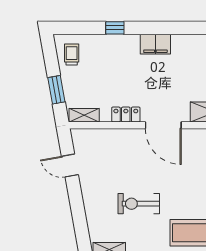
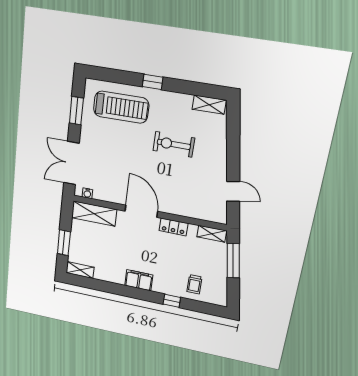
trolley: (72, 54) -> (194, 284), moved
window: (56, 90) -> (233, 261), width x1.44
exercise bike: (139, 204) -> (174, 144), turned 180

